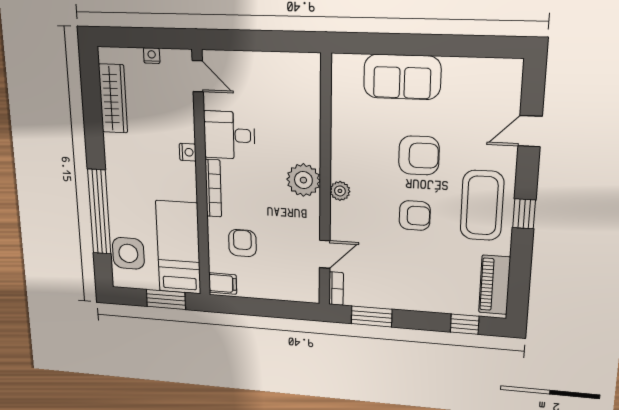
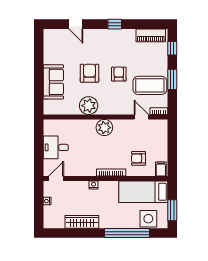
wardrobe: (113, 99) -> (82, 222), moved
desk: (229, 135) -> (56, 147), moved, turned 90
plant: (340, 191) -> (89, 106), moved, width x1.88, depth x1.88
coffee table: (482, 205) -> (150, 85), moved
window: (166, 300) -> (172, 210), moved
window: (372, 317) -> (172, 79), moved

